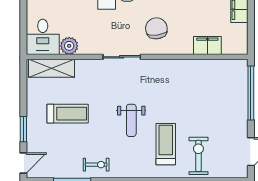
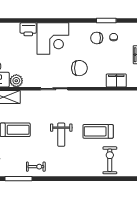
chair: (156, 28) -> (79, 68), turned 97
treadmill: (166, 144) -> (98, 131), moved, turned -90

